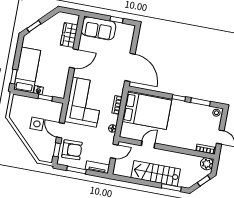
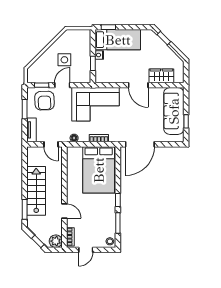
sofa: (99, 28) -> (174, 111), width x1.36
door: (148, 144) -> (64, 211), moved

